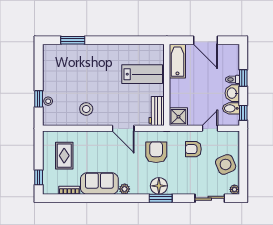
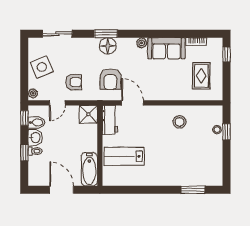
door: (123, 128) -> (133, 103), moved
plant: (234, 189) -> (33, 93), moved

